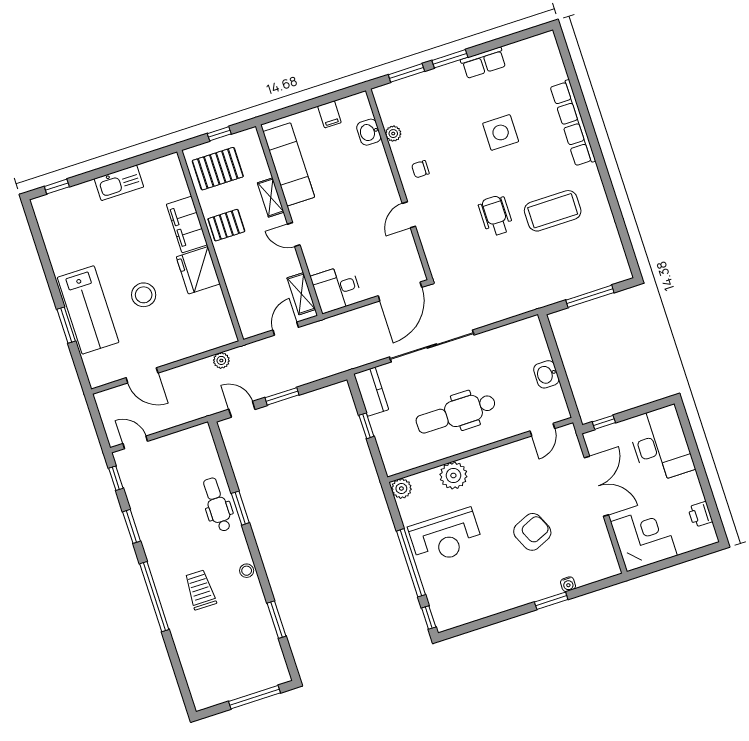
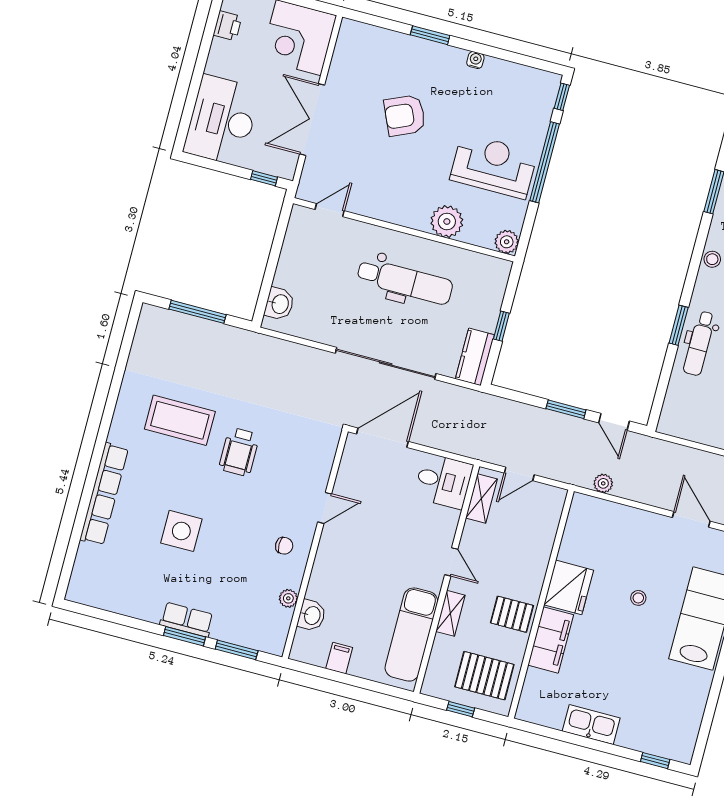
row of seats: (483, 63) -> (187, 620), moved
stool: (144, 295) -> (638, 598), width x0.53, depth x0.53
washbasin: (546, 374) -> (279, 304), moved
water cooler: (568, 584) -> (475, 60), moved

